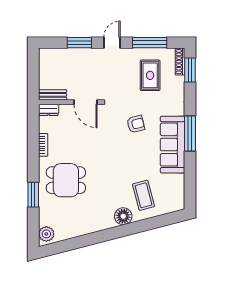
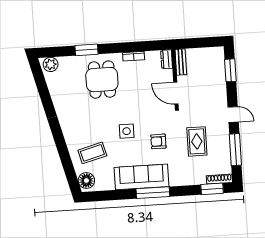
window: (79, 43) -> (230, 70), moved
rug: (150, 75) -> (197, 141), moved, turned 90
door: (85, 102) -> (176, 93), hinge flipped
armchair: (136, 124) -> (158, 141), turned 104
side table: (123, 157) -> (127, 131), added
floor lamp: (123, 216) -> (86, 180), moved

